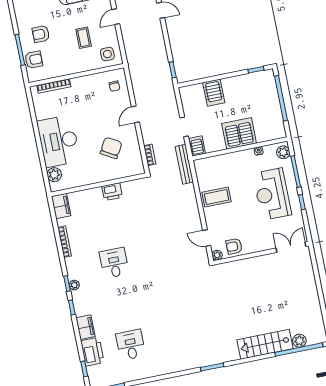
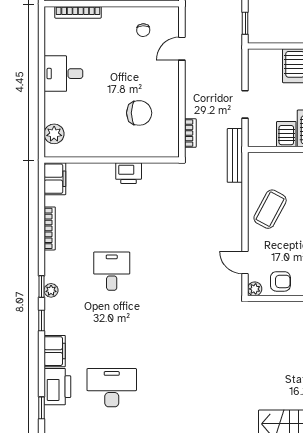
chair: (114, 86) -> (143, 30), moved
door: (135, 114) -> (182, 49), moved
desk: (59, 141) -> (63, 74), width x0.53, depth x0.77
server rack: (197, 146) -> (286, 134), moved
chair: (111, 148) -> (139, 113), turned 60
coffee table: (217, 197) -> (270, 209), turned -62
armchair: (234, 246) -> (280, 281), turned 180
desk: (131, 345) -> (112, 388), width x1.37

